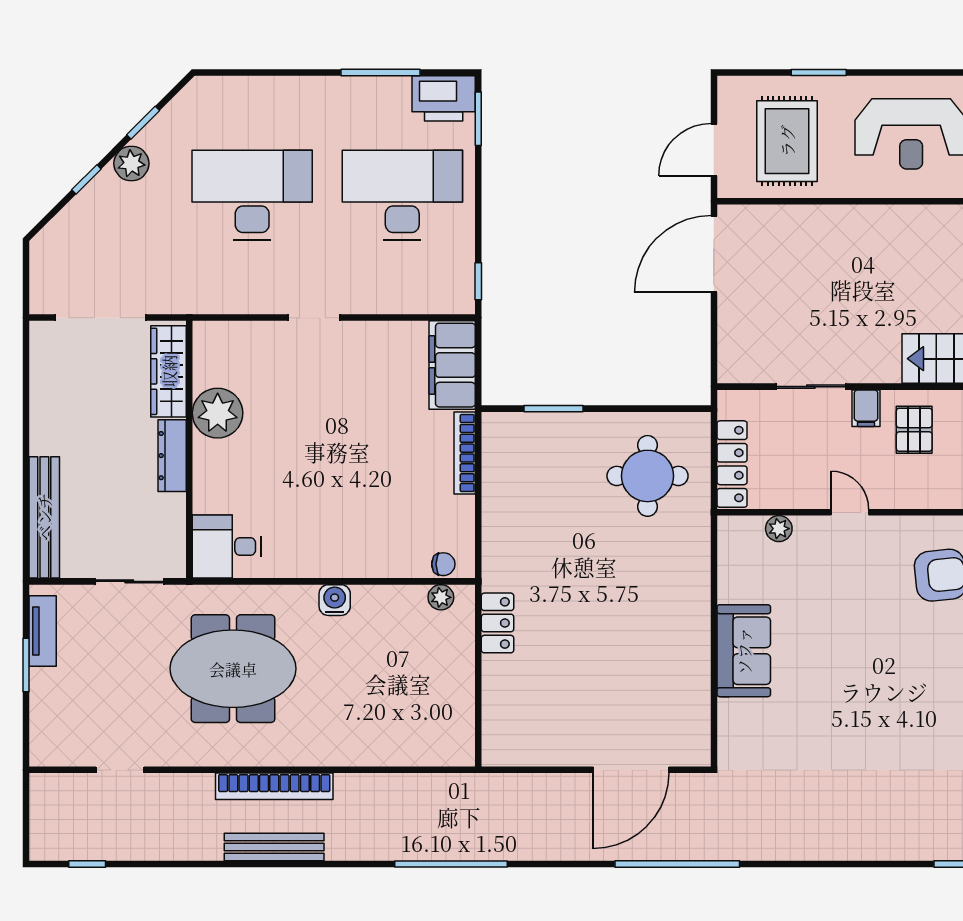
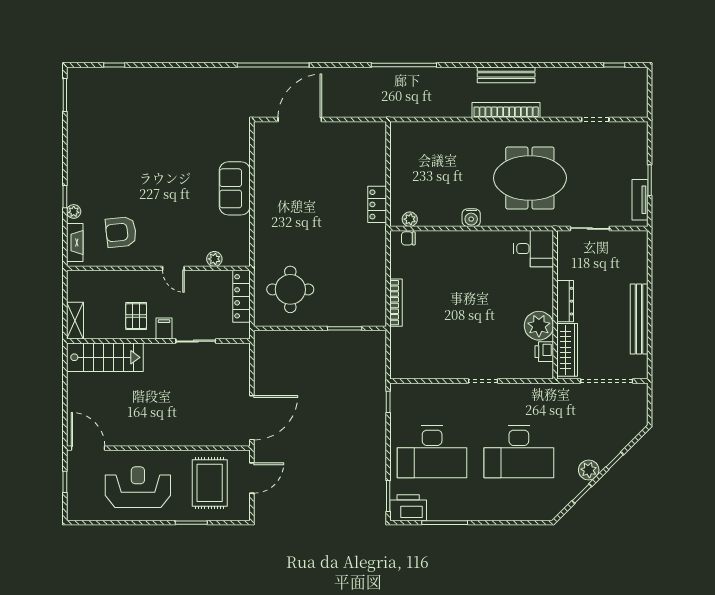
filing cabinet: (452, 365) -> (403, 354), removed
printer: (208, 368) -> (544, 352), added
bench: (44, 517) -> (639, 319), moved

